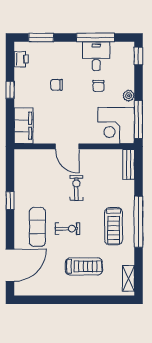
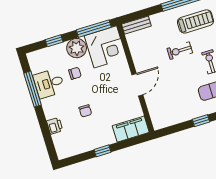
window: (41, 37) -> (47, 138), removed
window: (138, 56) -> (54, 41), moved
printer: (21, 59) -> (55, 126), moved, turned 90
plant: (129, 96) -> (77, 48), width x1.88, depth x1.88
exercise bike: (76, 188) -> (180, 51), moved

